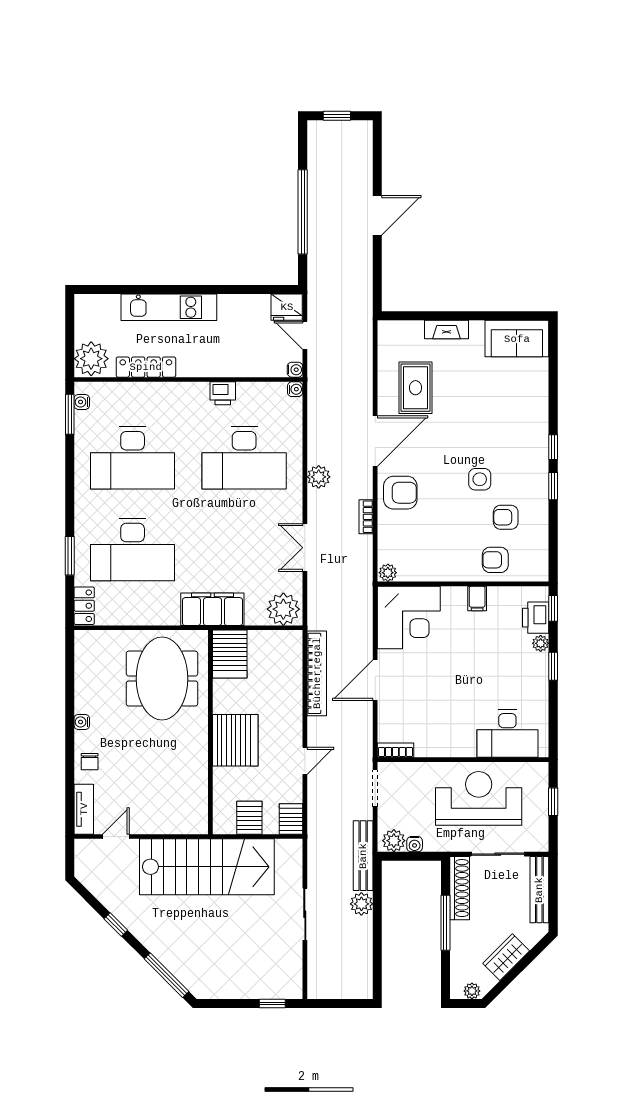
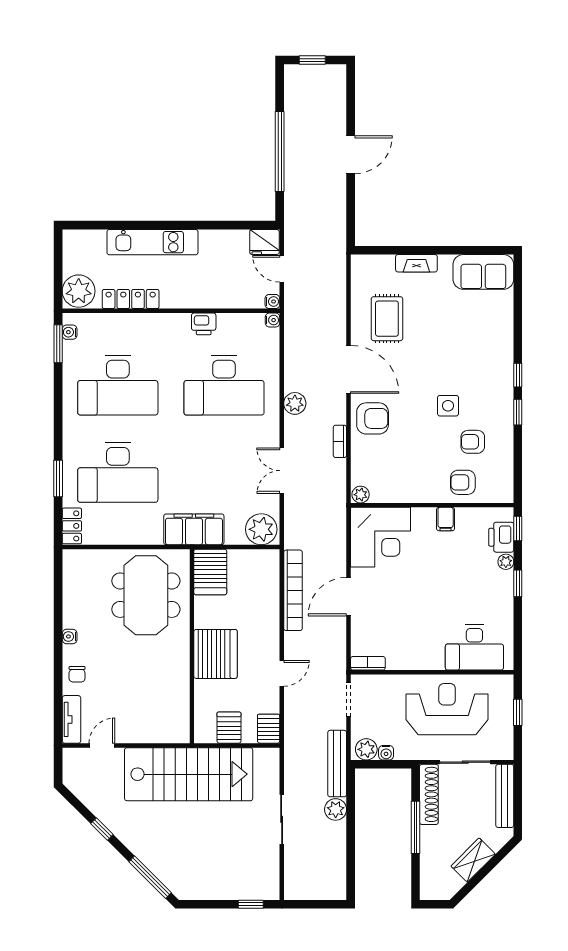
door: (375, 441) -> (349, 369), hinge flipped
plant: (472, 991) -> (441, 892), removed

